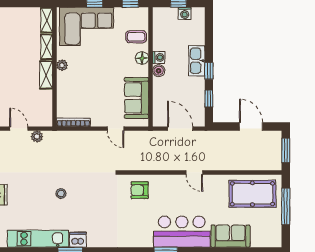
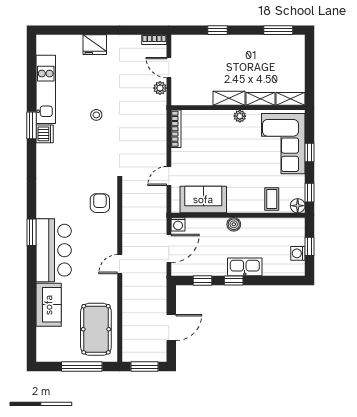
washing machine: (159, 57) -> (178, 224), moved
floor lamp: (142, 58) -> (298, 206), moved
door: (19, 129) -> (169, 68), swing flipped

